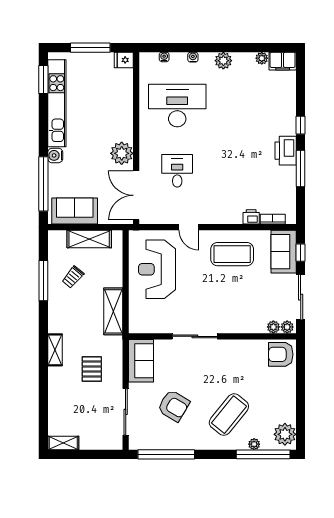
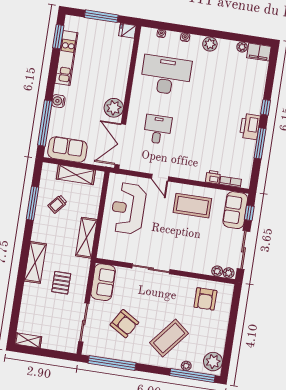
kitchen unit: (57, 103) -> (66, 58), width x0.73
shelving: (55, 350) -> (35, 262), width x1.50, depth x1.33
armchair: (281, 354) -> (205, 299), moved, turned -90

